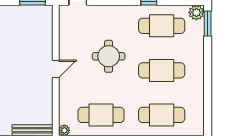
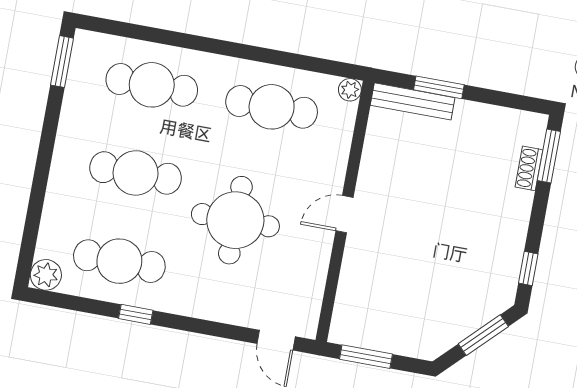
window: (208, 23) -> (62, 62), moved
round table: (109, 56) -> (235, 220), width x1.36, depth x1.36

